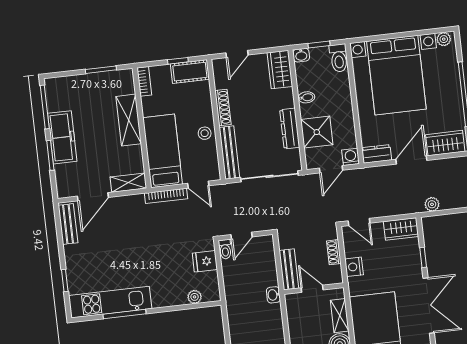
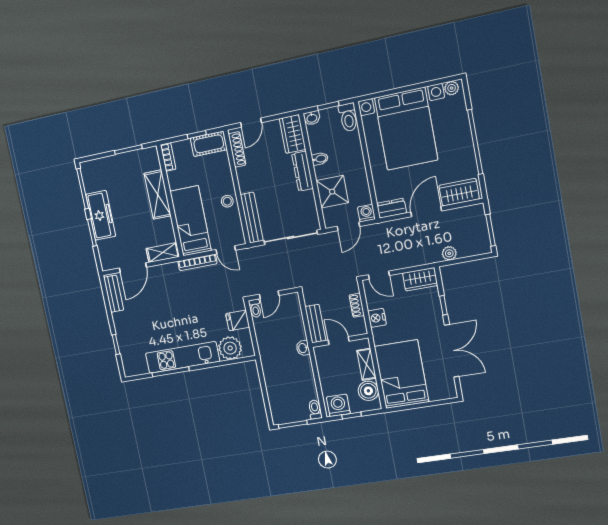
shoe rack: (223, 107) -> (237, 149), moved
dresser: (290, 129) -> (302, 171), moved
plant: (195, 297) -> (230, 348), width x1.87, depth x1.87
kitchen unit: (110, 302) -> (182, 357), moved

